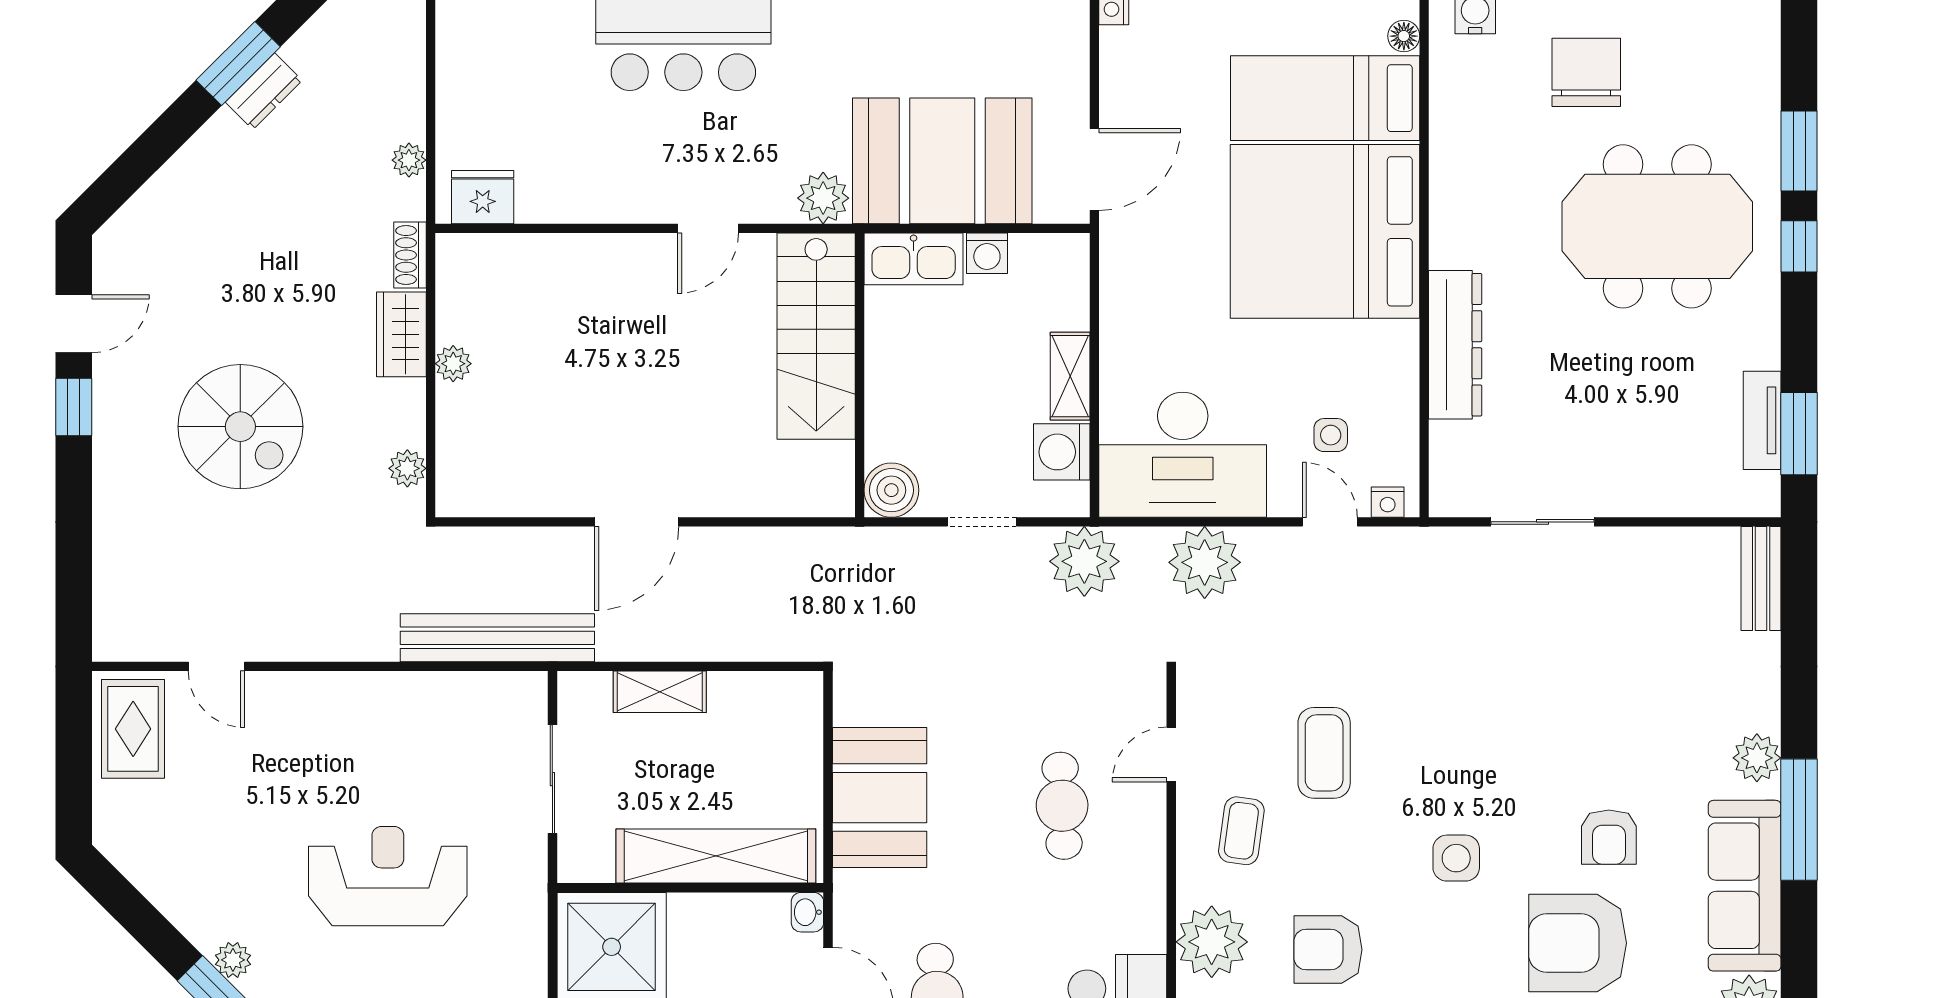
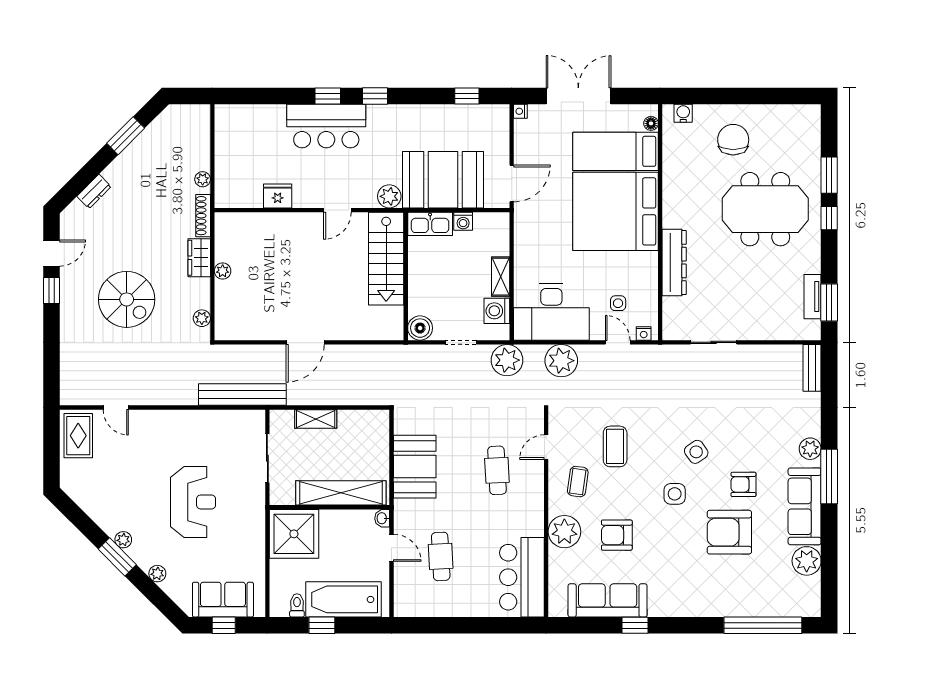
dresser: (264, 91) -> (94, 191), moved
fridge: (483, 197) -> (278, 196), moved
shoe rack: (410, 255) -> (203, 216), width x1.43
side table: (1504, 765) -> (696, 452), added
armchair: (1609, 837) -> (743, 484), turned 90
reception desk: (388, 876) -> (193, 502), turned 90

